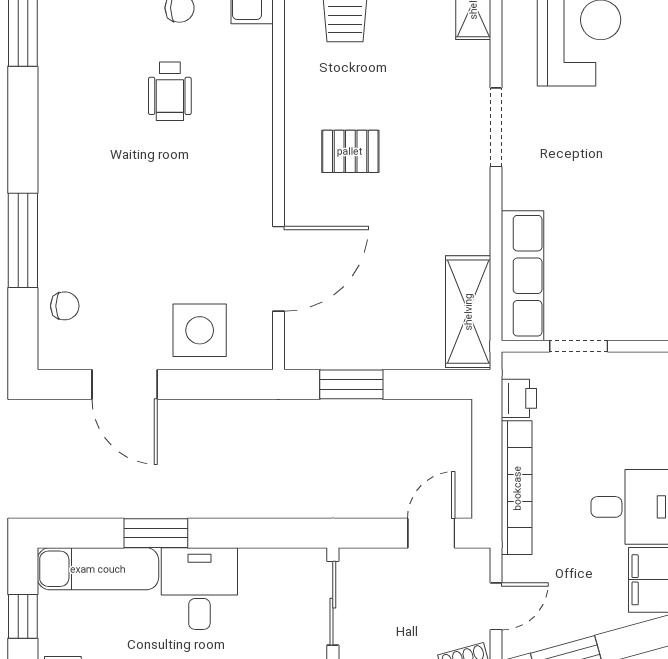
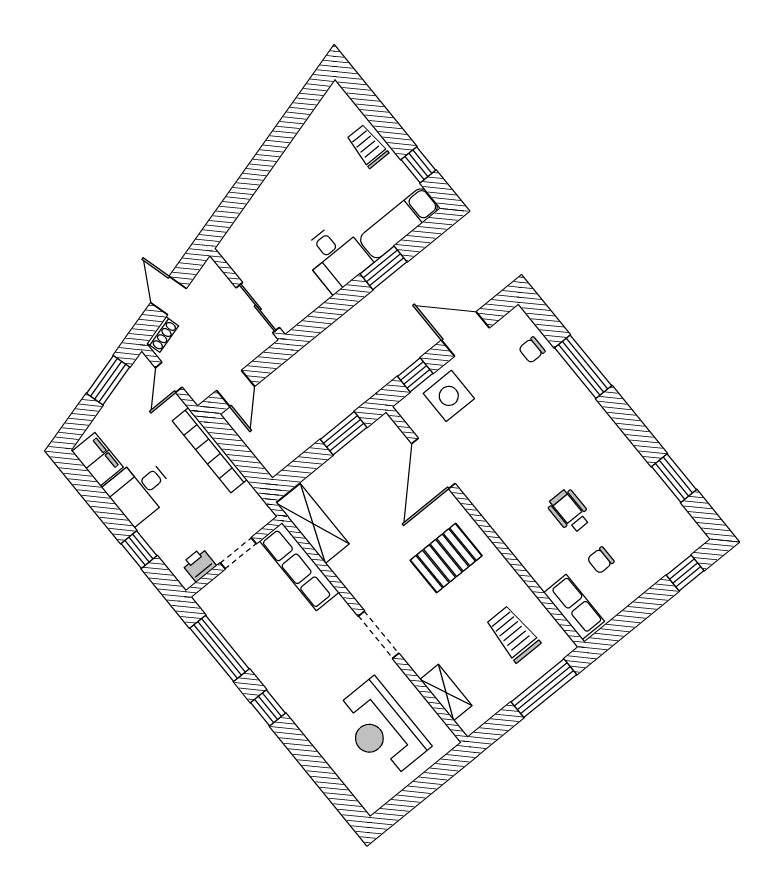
pallet: (350, 151) -> (446, 558), width x1.50, depth x1.42
window: (218, 384) -> (415, 375), added
printer: (519, 398) -> (199, 565), moved, turned 90

